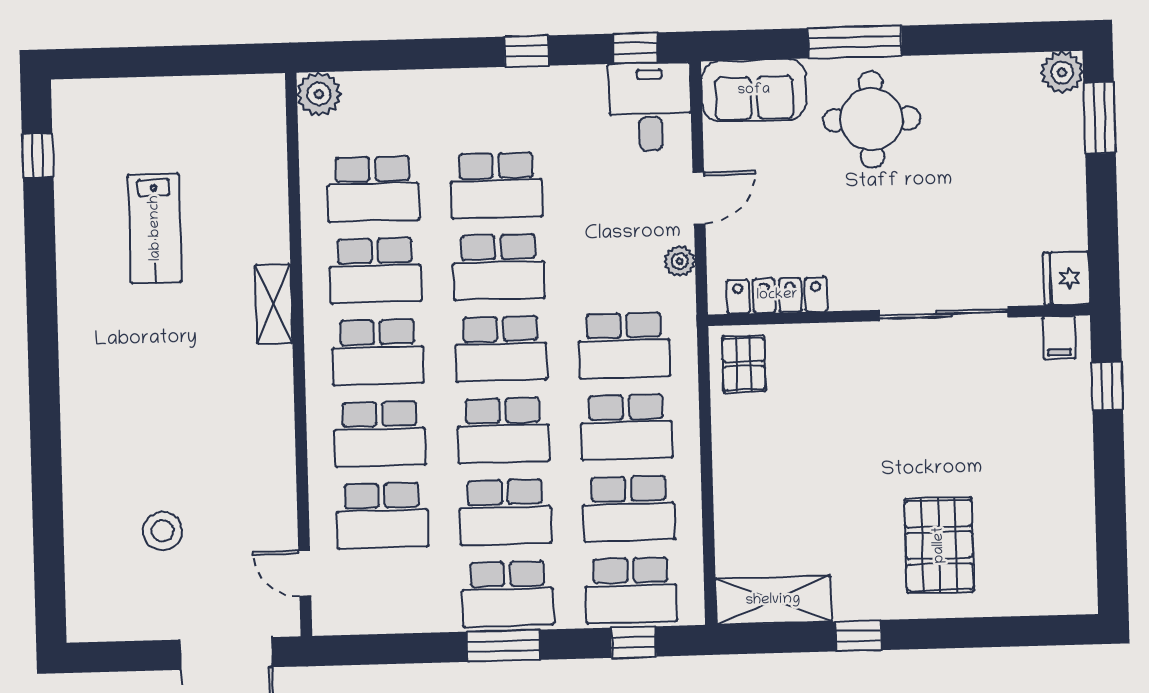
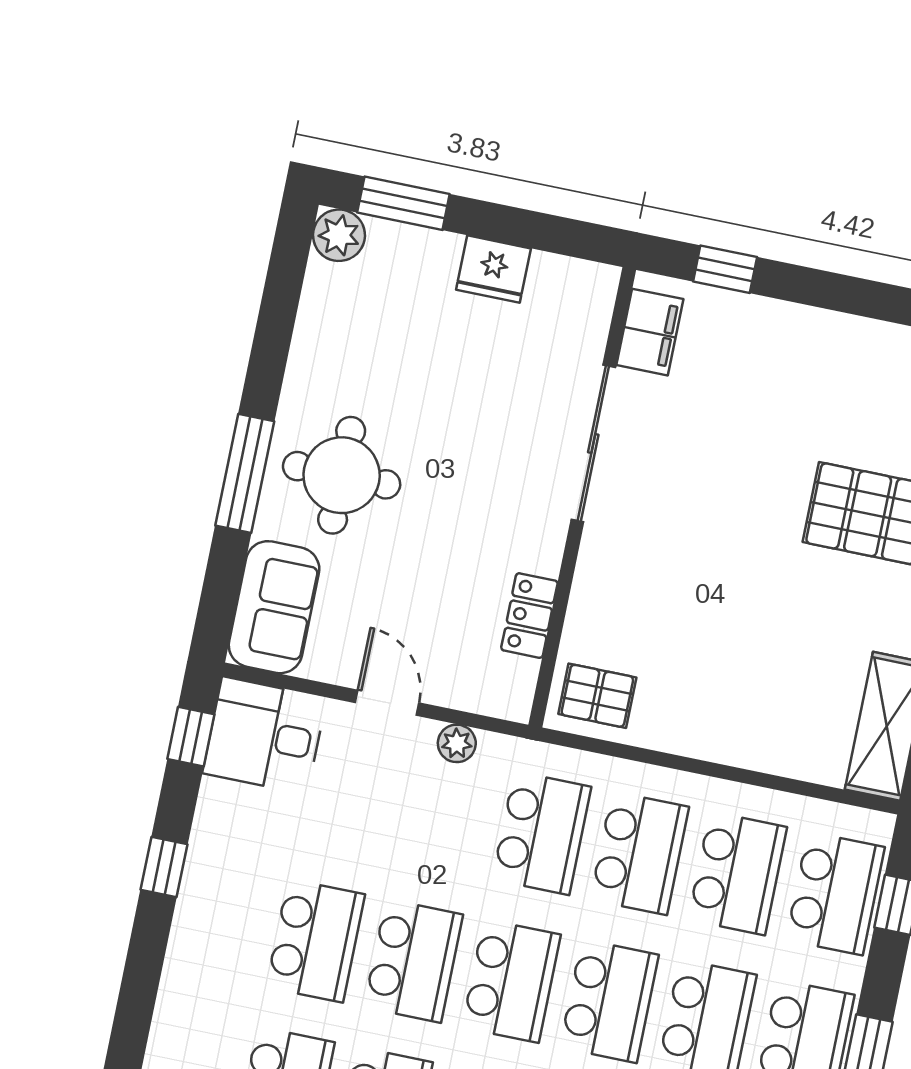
fridge: (1066, 278) -> (493, 269), moved
locker: (777, 295) -> (529, 616), width x0.66
filing cabinet: (1059, 338) -> (650, 332), width x2.00

